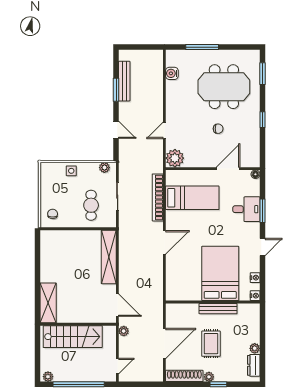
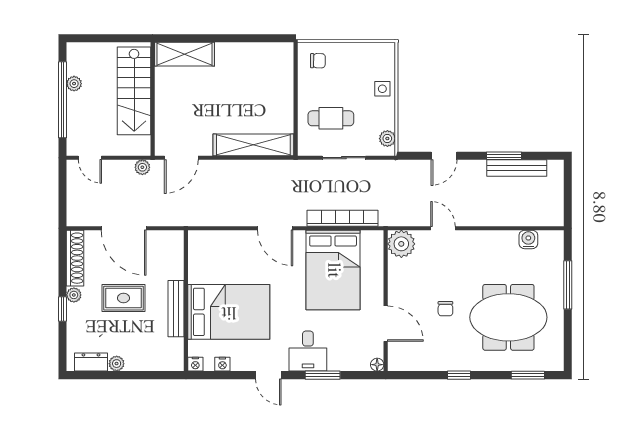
meeting table: (224, 87) -> (508, 317), turned 90
bed: (192, 198) -> (333, 270), width x1.50
desk: (246, 209) -> (308, 351), moved
plant: (48, 377) -> (74, 84), moved

